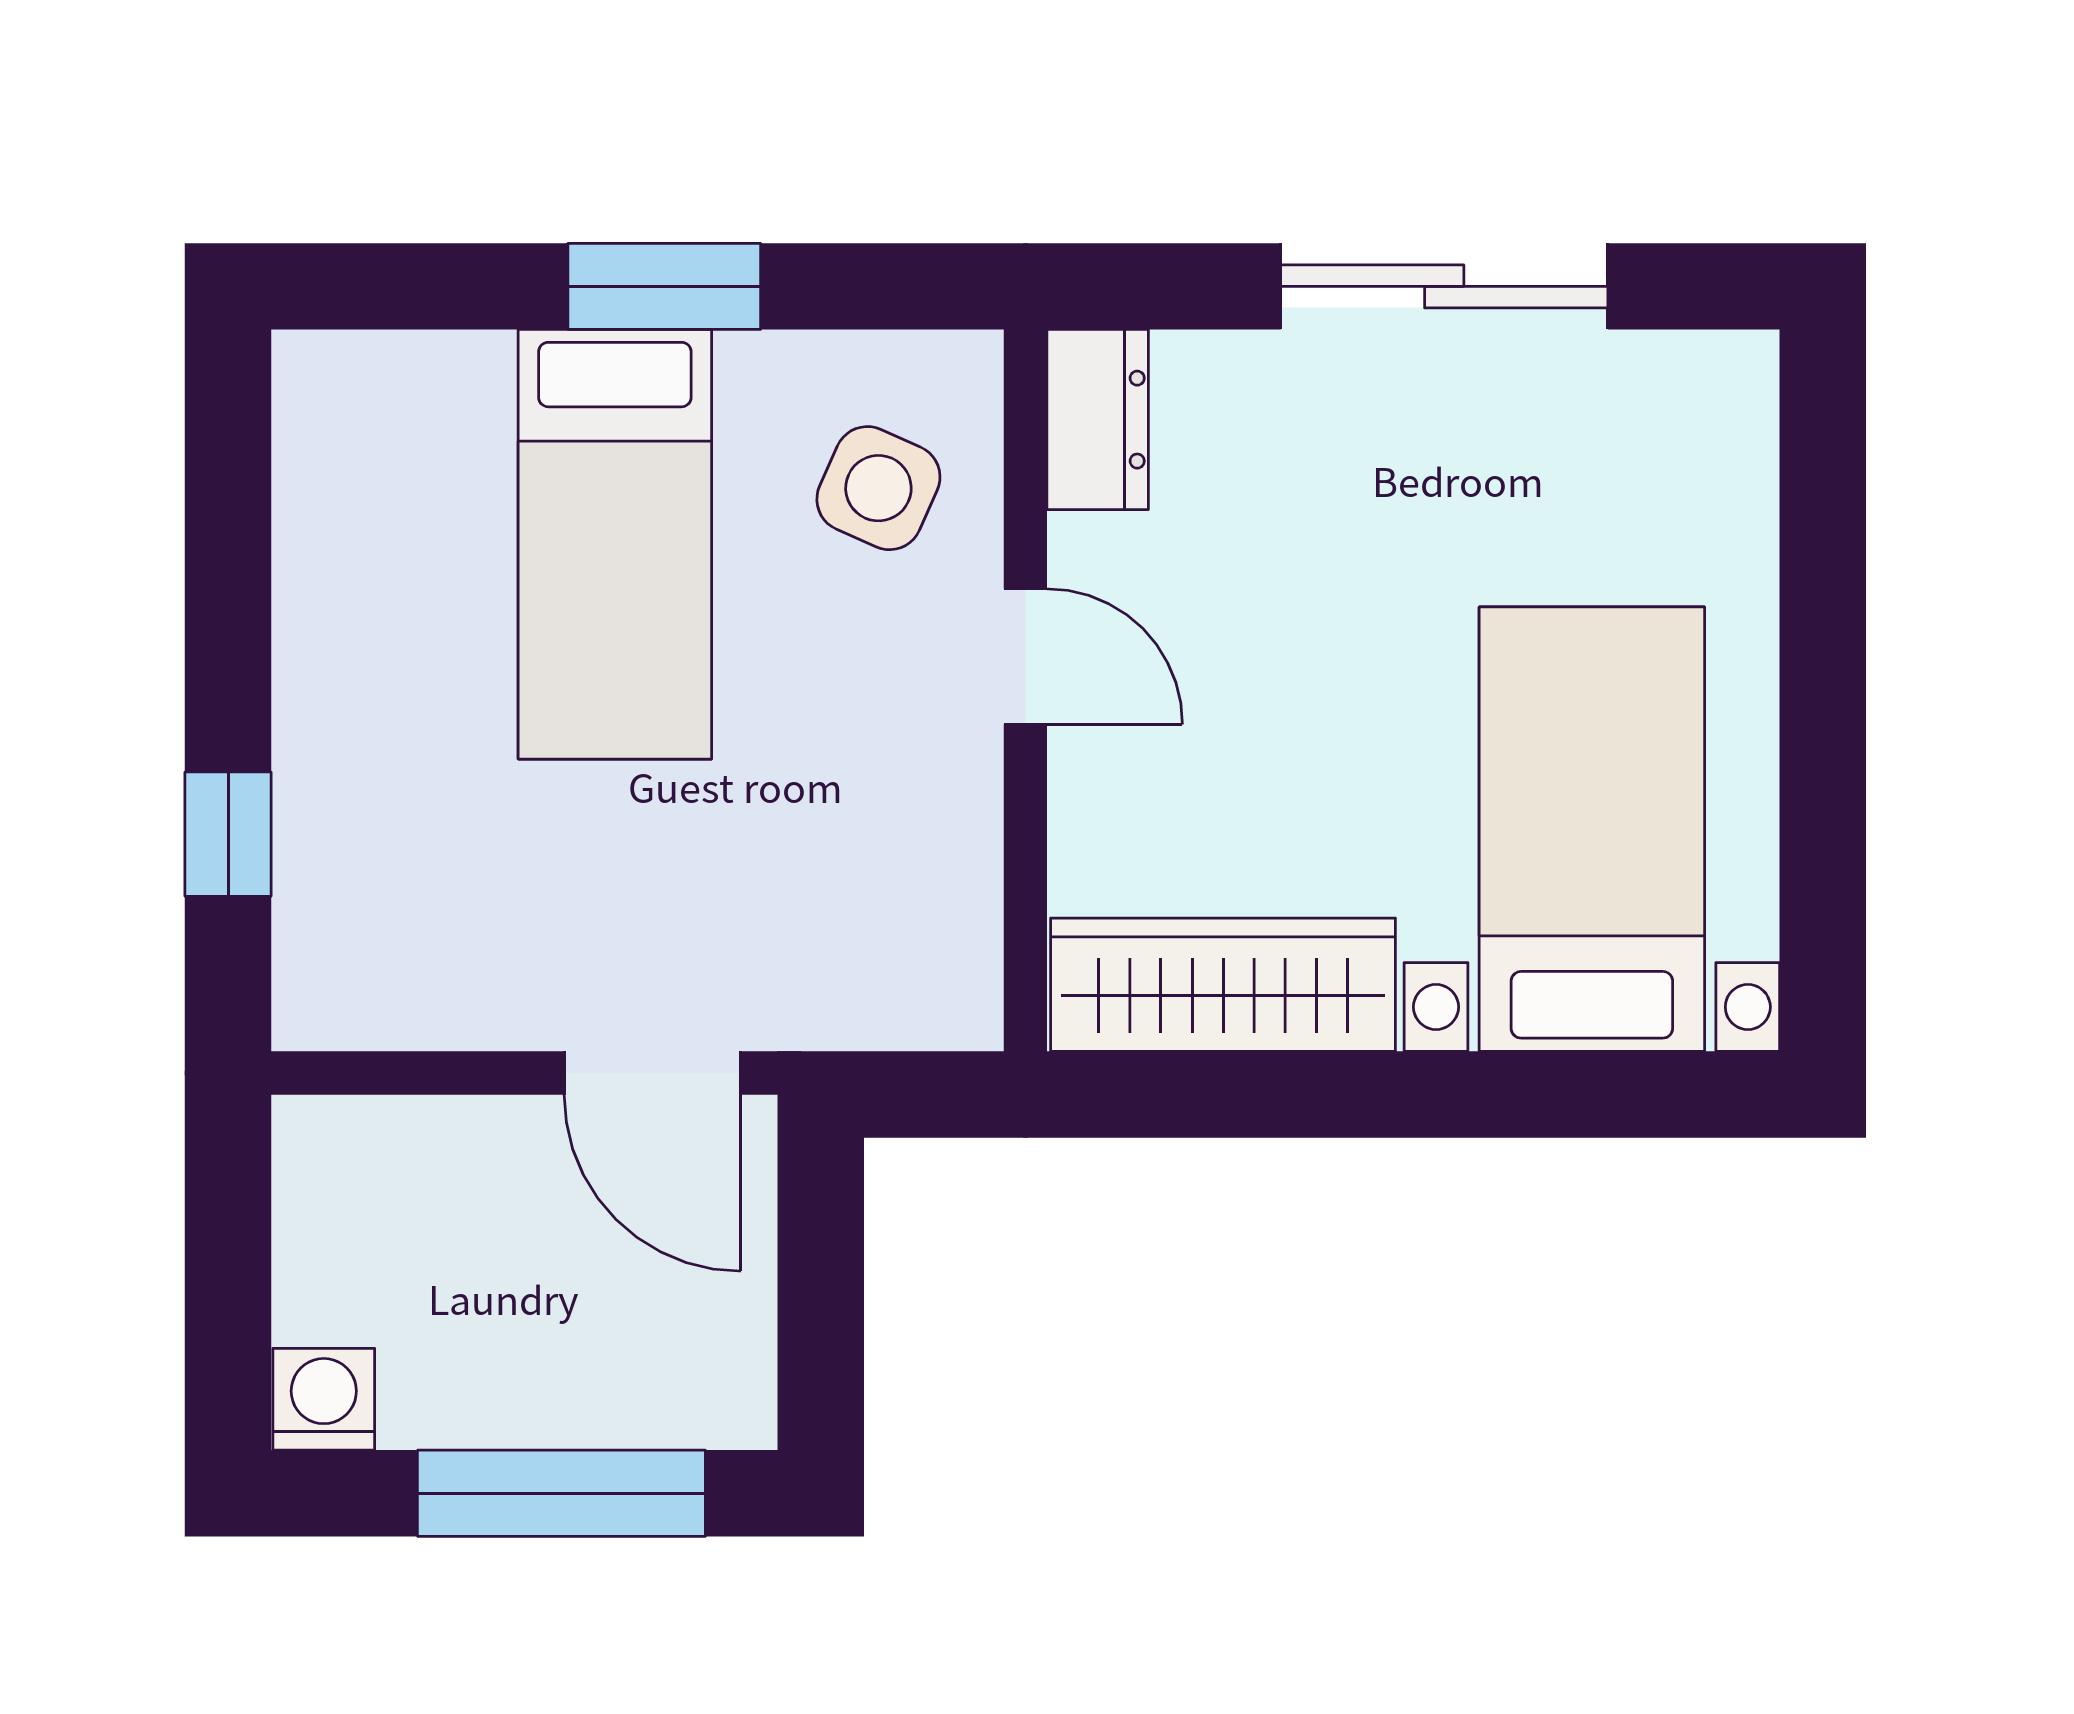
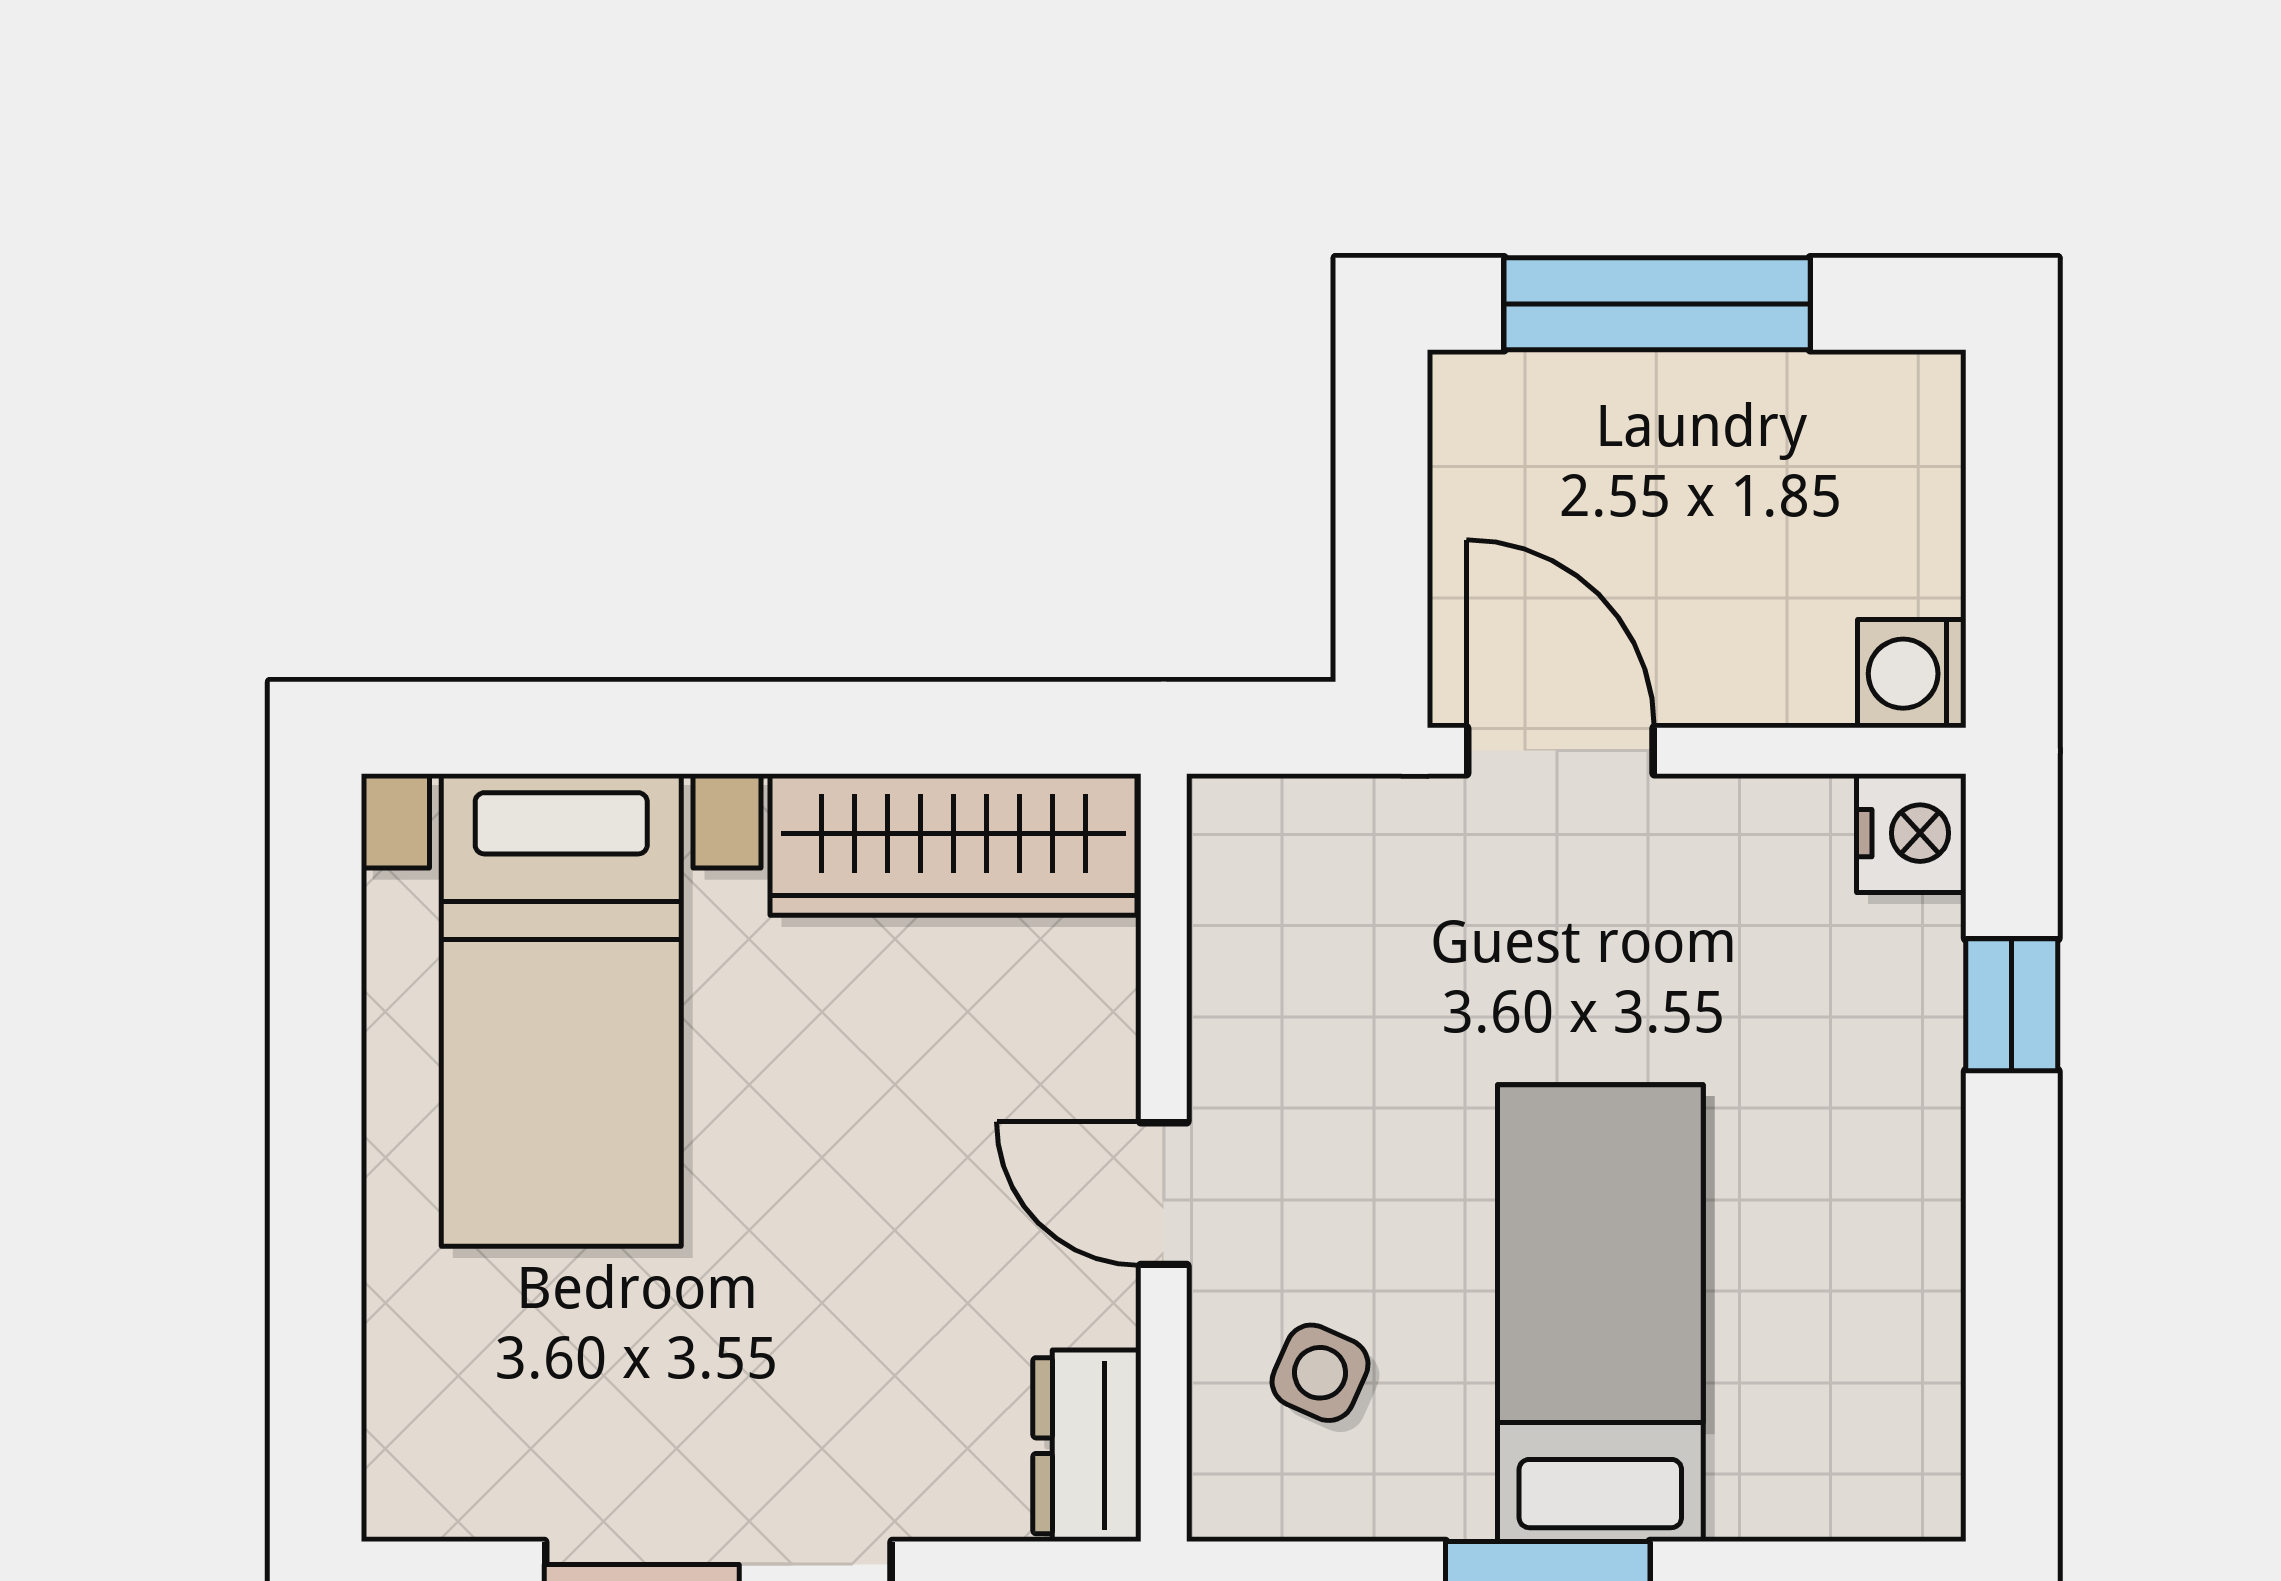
side table: (878, 488) -> (1320, 1373), width x0.73, depth x0.73
nightstand: (323, 996) -> (1911, 833), added
washing machine: (324, 1399) -> (1912, 674), moved, turned 90

